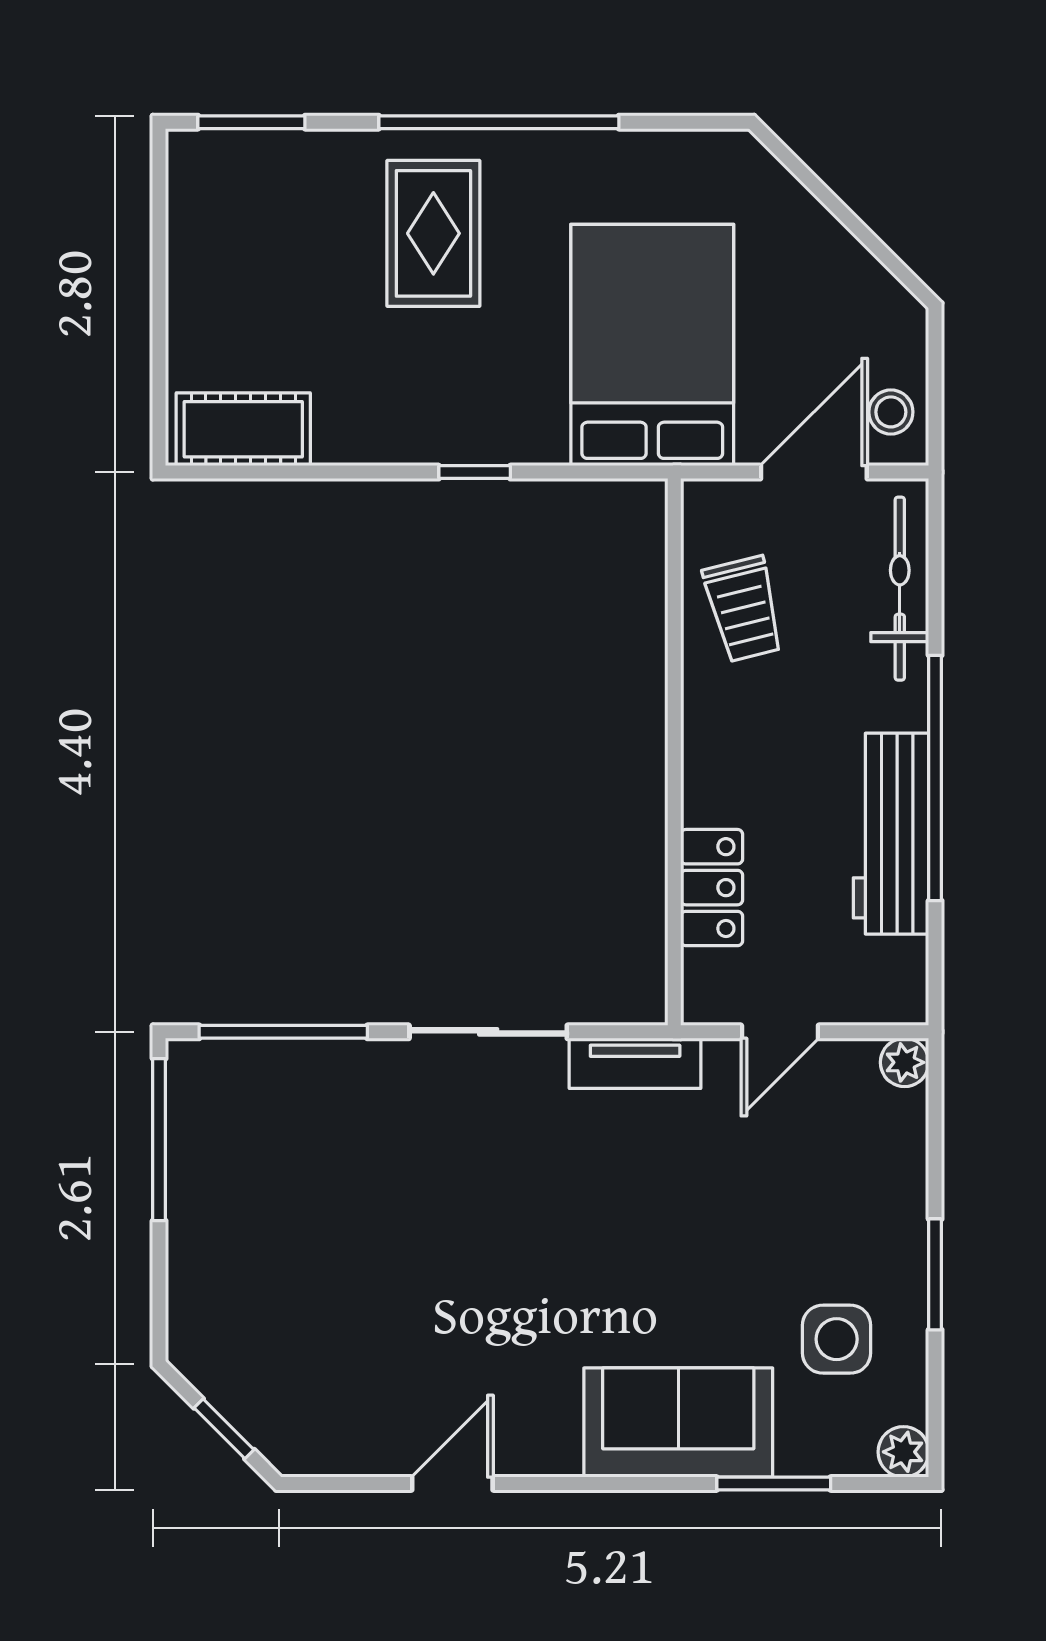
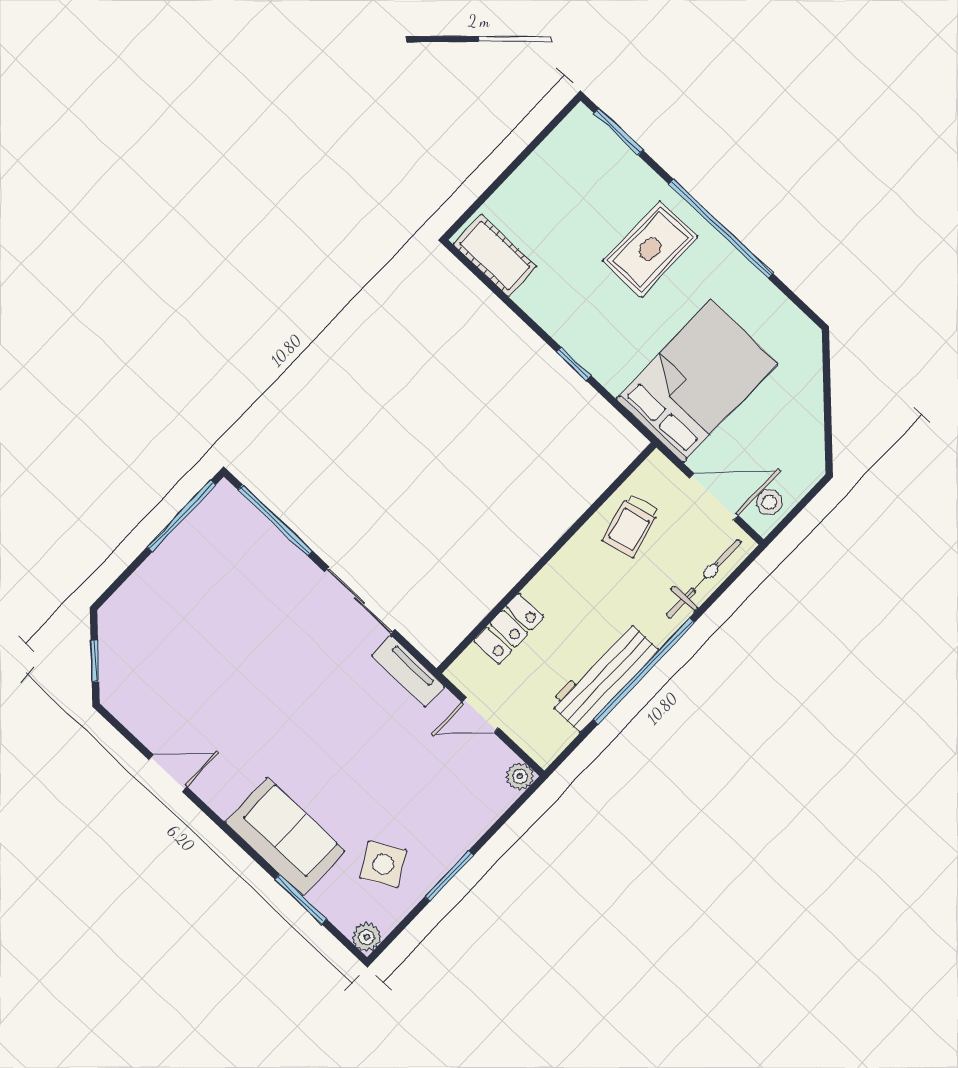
side table: (837, 1339) -> (383, 864), turned -30

